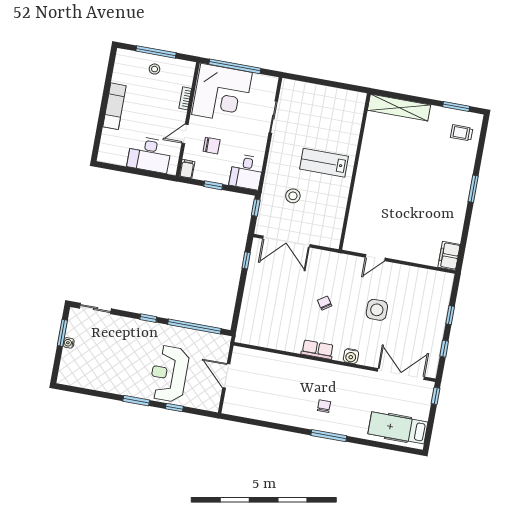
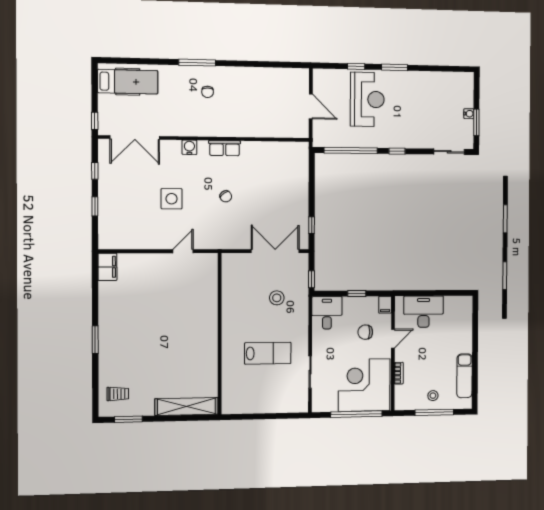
exam couch: (114, 106) -> (465, 376), moved
lab bench: (324, 163) -> (268, 353), moved

